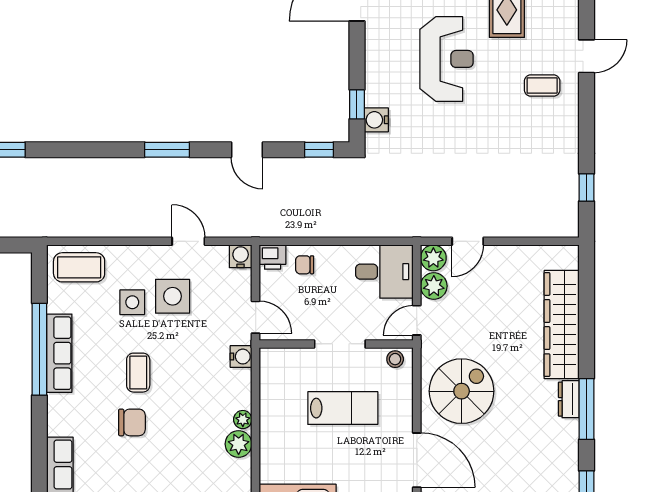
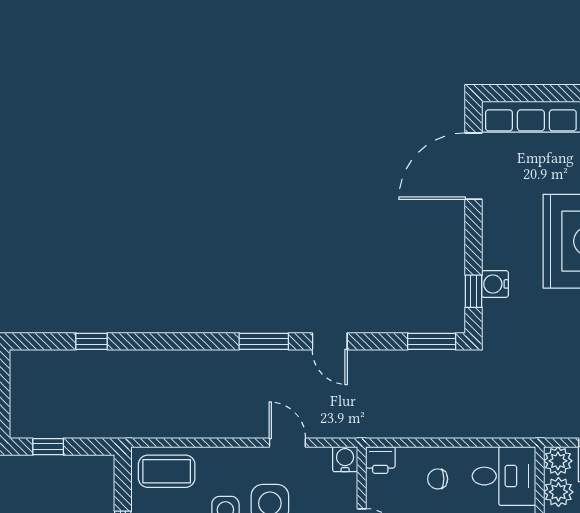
water cooler: (376, 120) -> (495, 284), moved
door: (247, 150) -> (330, 341), moved
window: (319, 150) -> (432, 341), width x1.50
chair: (305, 265) -> (438, 479), moved

